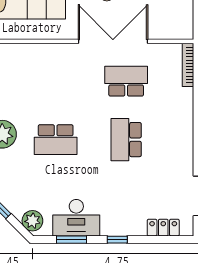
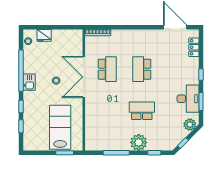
school desk: (126, 81) -> (107, 69), turned 180
school desk: (56, 140) -> (142, 111), turned -90
school desk: (126, 140) -> (142, 69), turned 90

